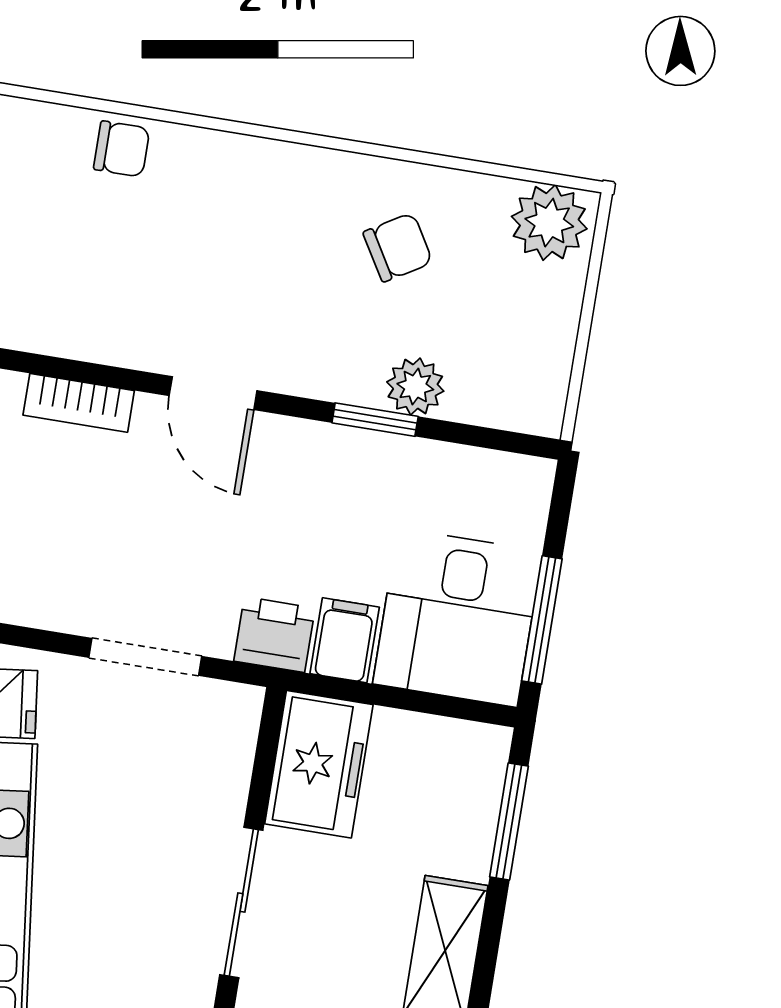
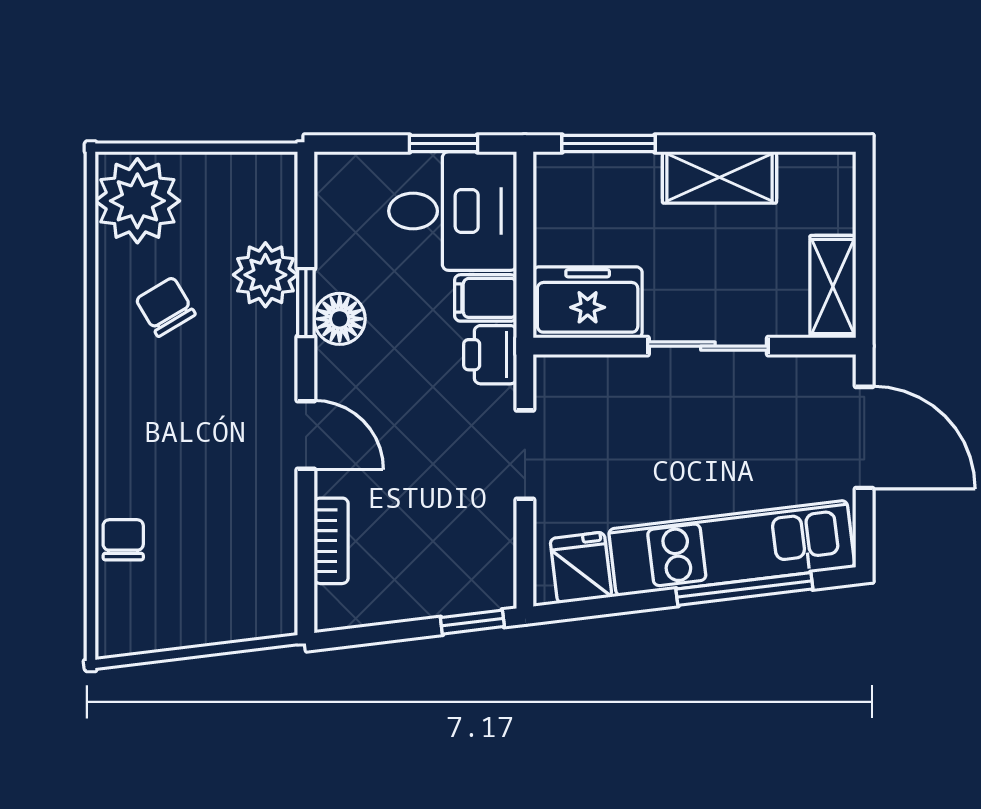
plant: (549, 223) -> (137, 201), width x1.36, depth x1.36
plant: (415, 387) -> (265, 275), width x1.38, depth x1.38
door: (213, 393) -> (306, 435), hinge flipped
floor lamp: (348, 458) -> (340, 319), added
window: (542, 620) -> (444, 144), width x0.67

